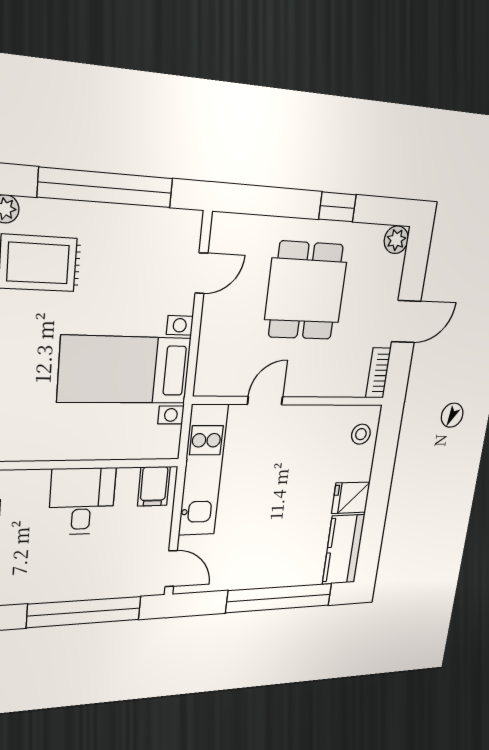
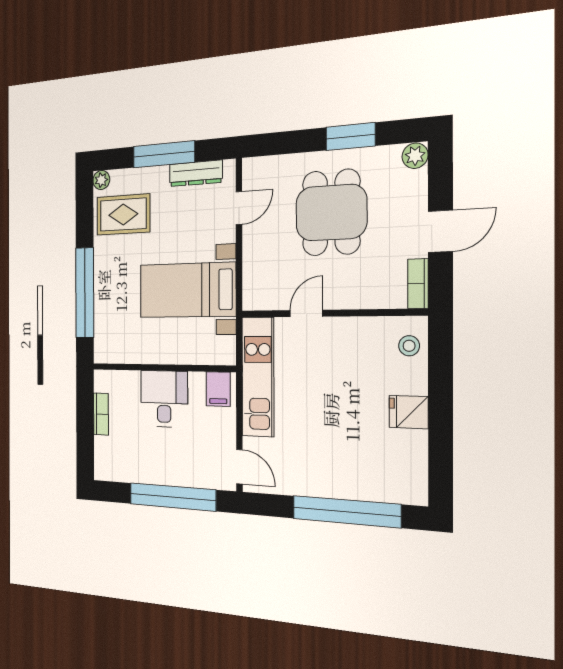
window: (106, 188) -> (164, 154), width x0.68
window: (337, 207) -> (350, 136), width x1.50
dresser: (149, 221) -> (196, 173), added
kitchen counter: (343, 550) -> (409, 468), removed

